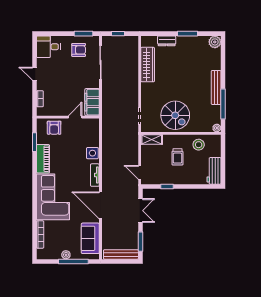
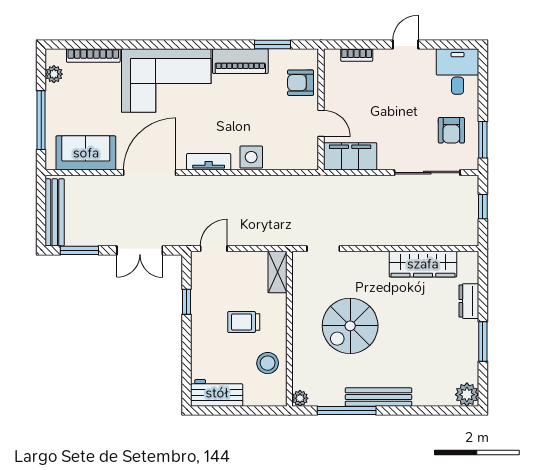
spiral stairs: (175, 115) -> (350, 326), moved
plant: (66, 255) -> (54, 74), moved

